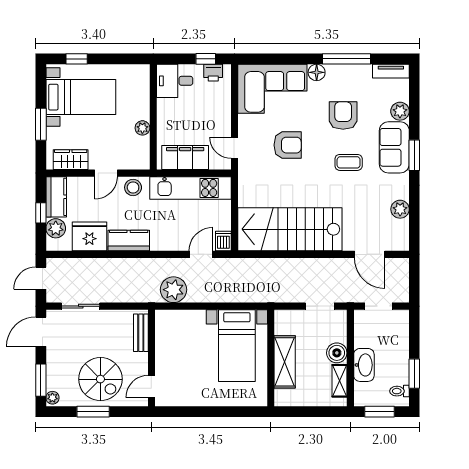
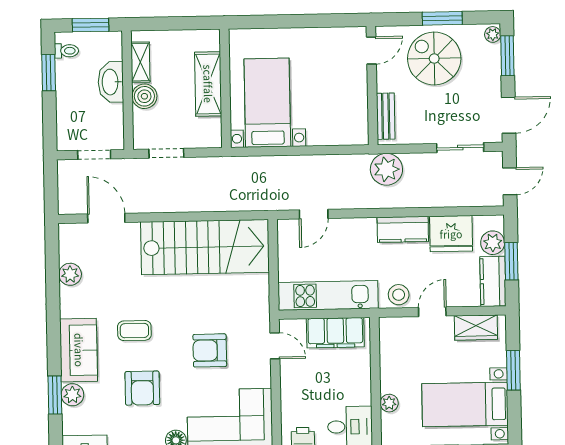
plant: (142, 128) -> (389, 403), moved
window: (414, 155) -> (55, 395), moved
window: (41, 213) -> (511, 261), width x1.50
dishwasher: (223, 241) -> (286, 231), removed
plant: (173, 290) -> (386, 169), moved

